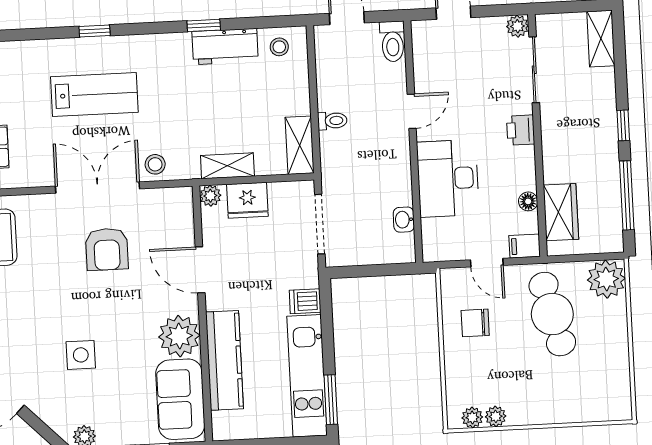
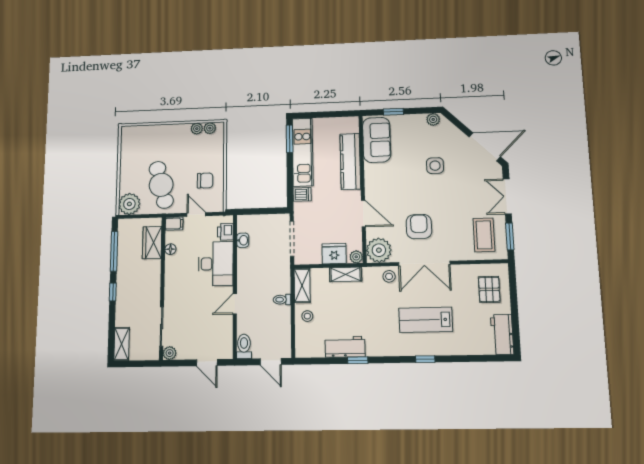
stool: (279, 47) -> (307, 316), moved
printer: (521, 130) -> (225, 232), moved, turned 180
plant: (179, 336) -> (379, 250), moved

